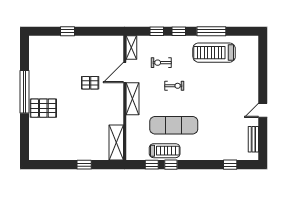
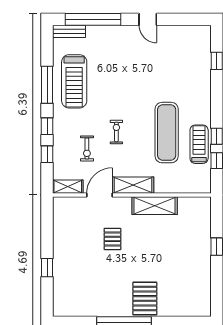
window: (263, 67) -> (93, 19), added
door: (125, 73) -> (100, 195), swing flipped
bench: (253, 139) -> (69, 31), moved
shelving: (116, 143) -> (155, 206), moved

